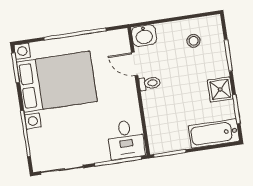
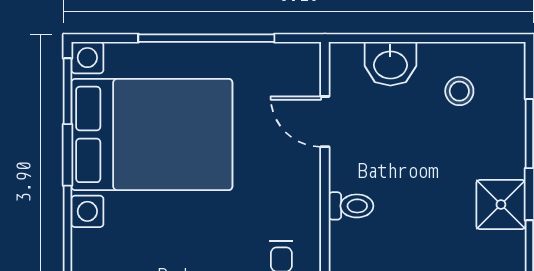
washbasin: (144, 36) -> (390, 64), moved
toilet: (150, 83) -> (351, 206), moved

